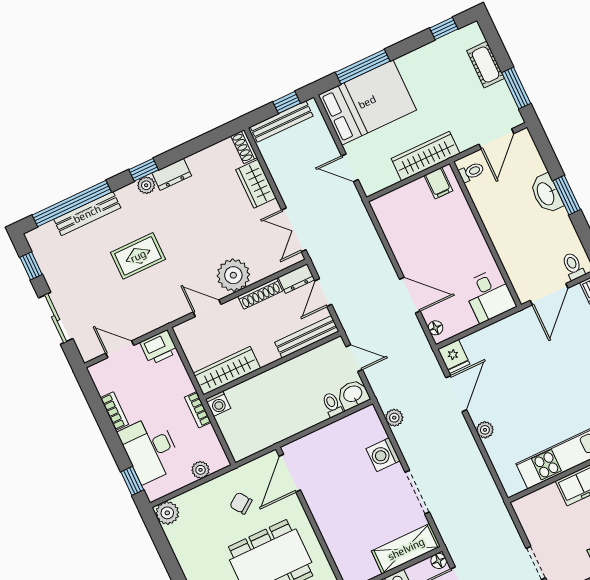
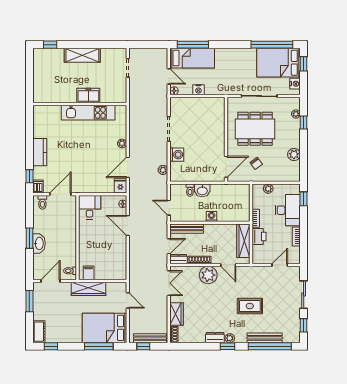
cot: (486, 65) -> (39, 332), moved
printer: (159, 347) -> (259, 237), moved, turned 90
door: (120, 349) -> (280, 265), swing flipped
wardrobe: (227, 371) -> (243, 241), moved, turned 90
washbasin: (353, 394) -> (202, 190), moved
washing machine: (218, 404) -> (212, 217), moved
plant: (167, 513) -> (294, 154), moved
shelving: (406, 549) -> (187, 104), removed

